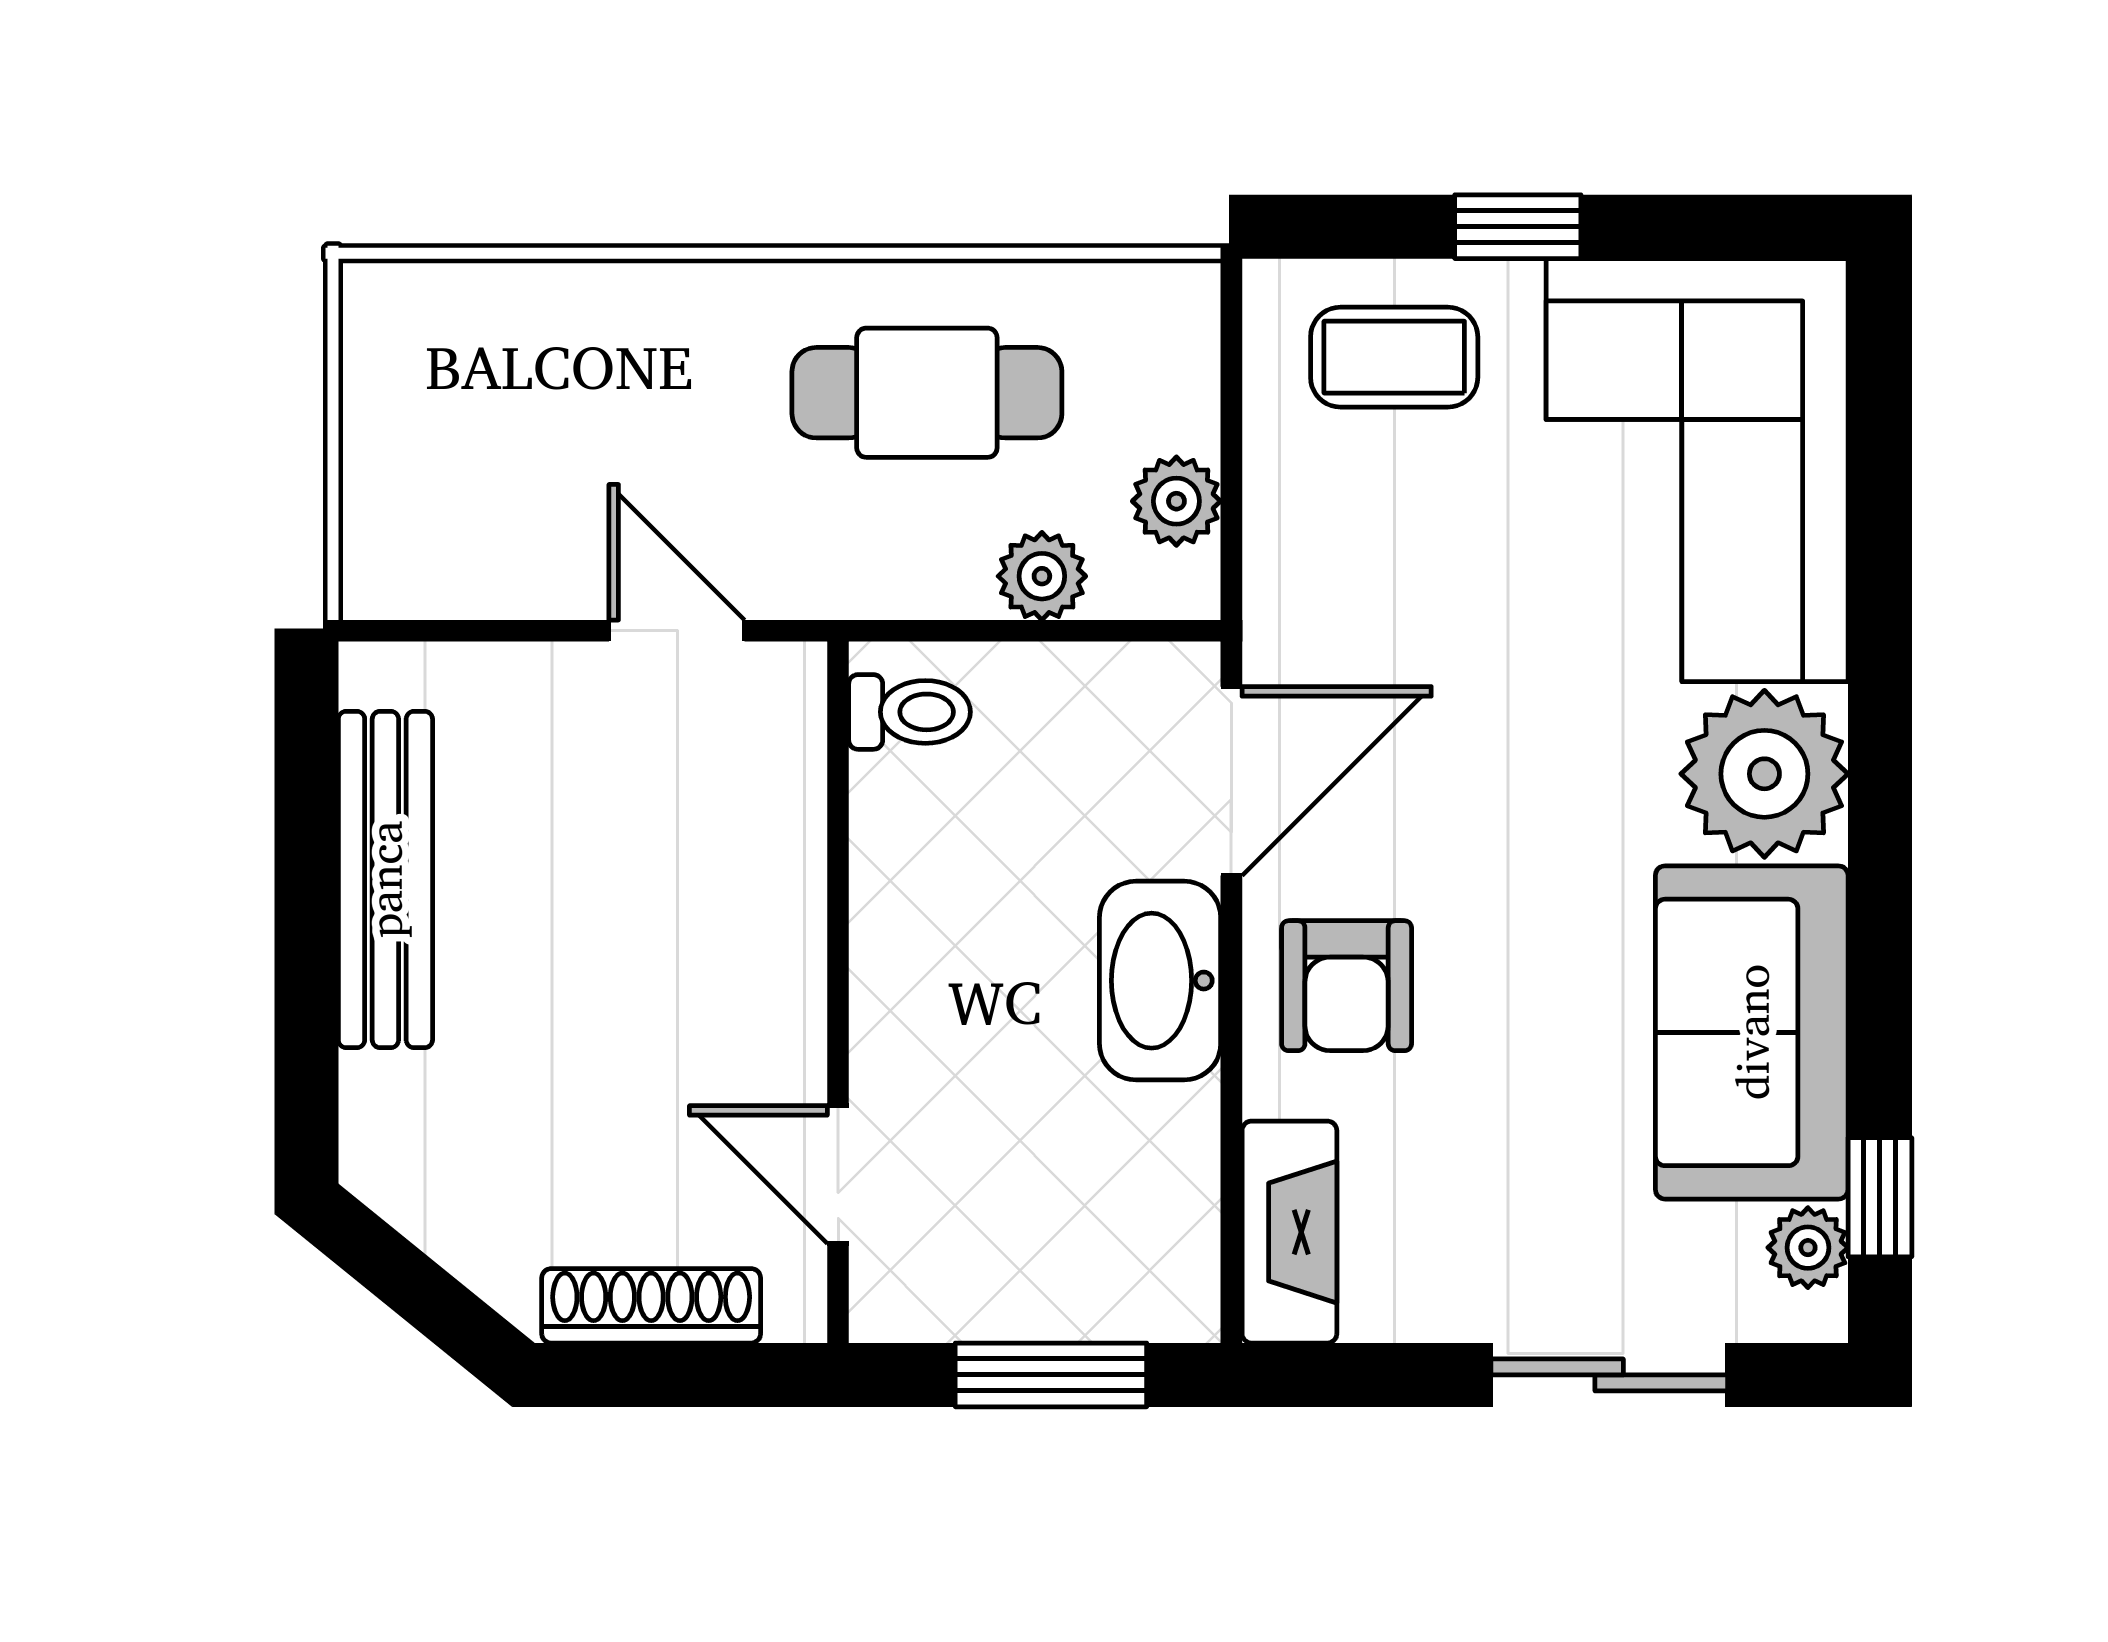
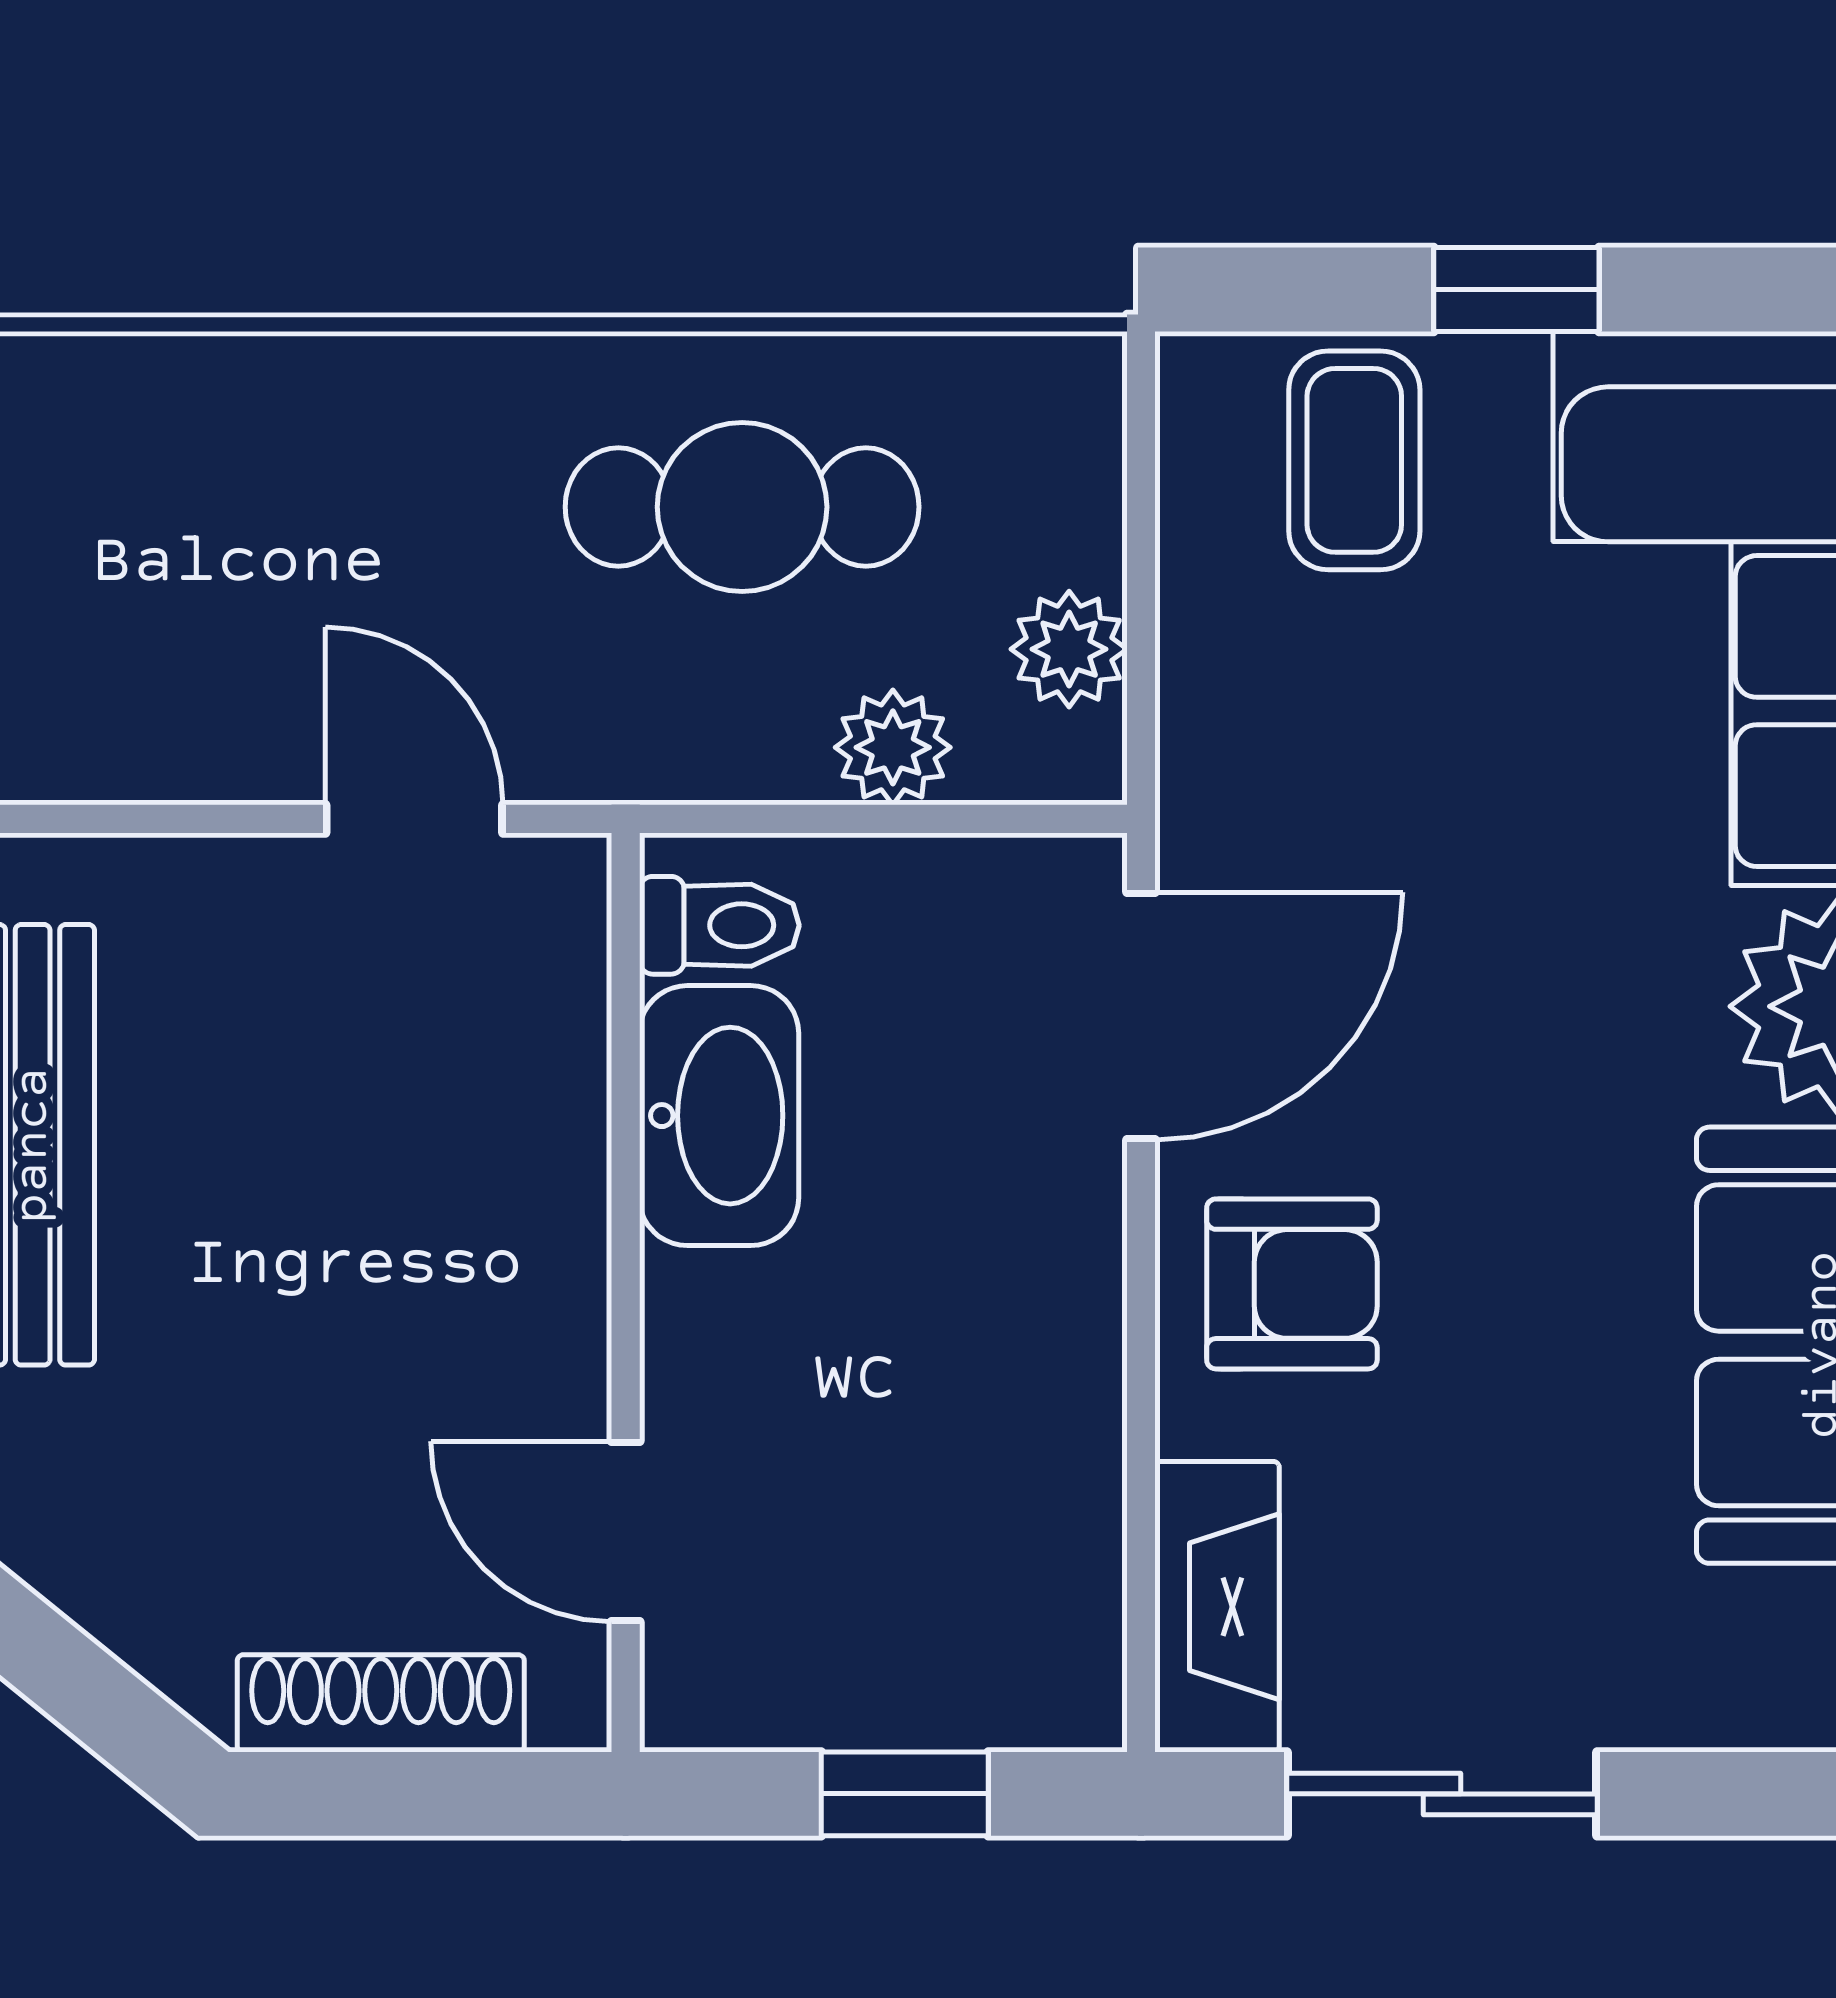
coffee table: (1394, 357) -> (1354, 460), turned 90
washbasin: (1160, 981) -> (719, 1116), moved, turned 180
armchair: (1347, 986) -> (1292, 1284), turned -90
window: (1051, 1375) -> (905, 1794), width x0.67
sliding door: (1609, 1375) -> (1442, 1794), moved

